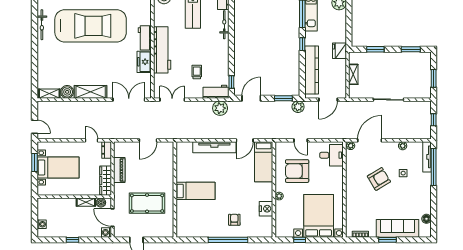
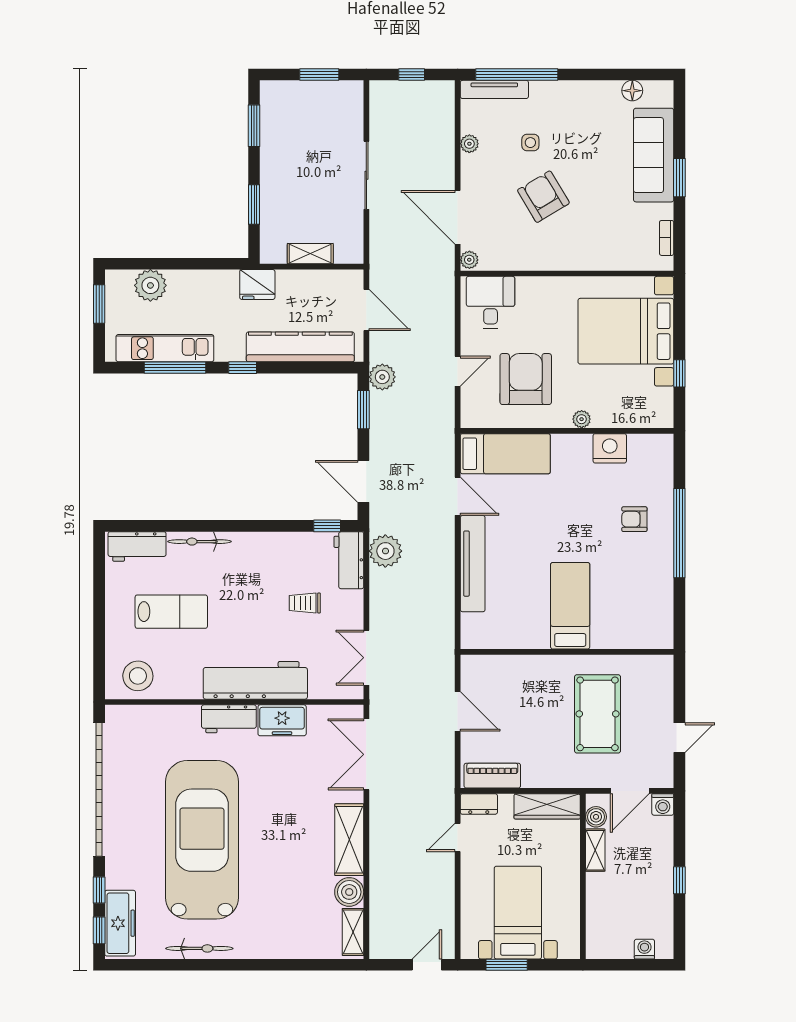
piano: (119, 170) -> (492, 776), moved
armchair: (297, 171) -> (526, 379), turned 180

